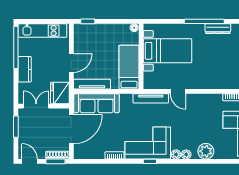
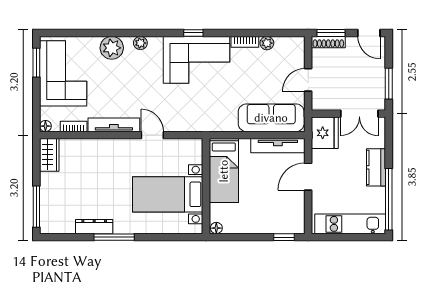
window: (204, 21) -> (114, 237), width x0.68
tv unit: (151, 98) -> (114, 125), moved
door: (71, 129) -> (308, 80), width x0.53
plant: (176, 154) -> (267, 43), moved

